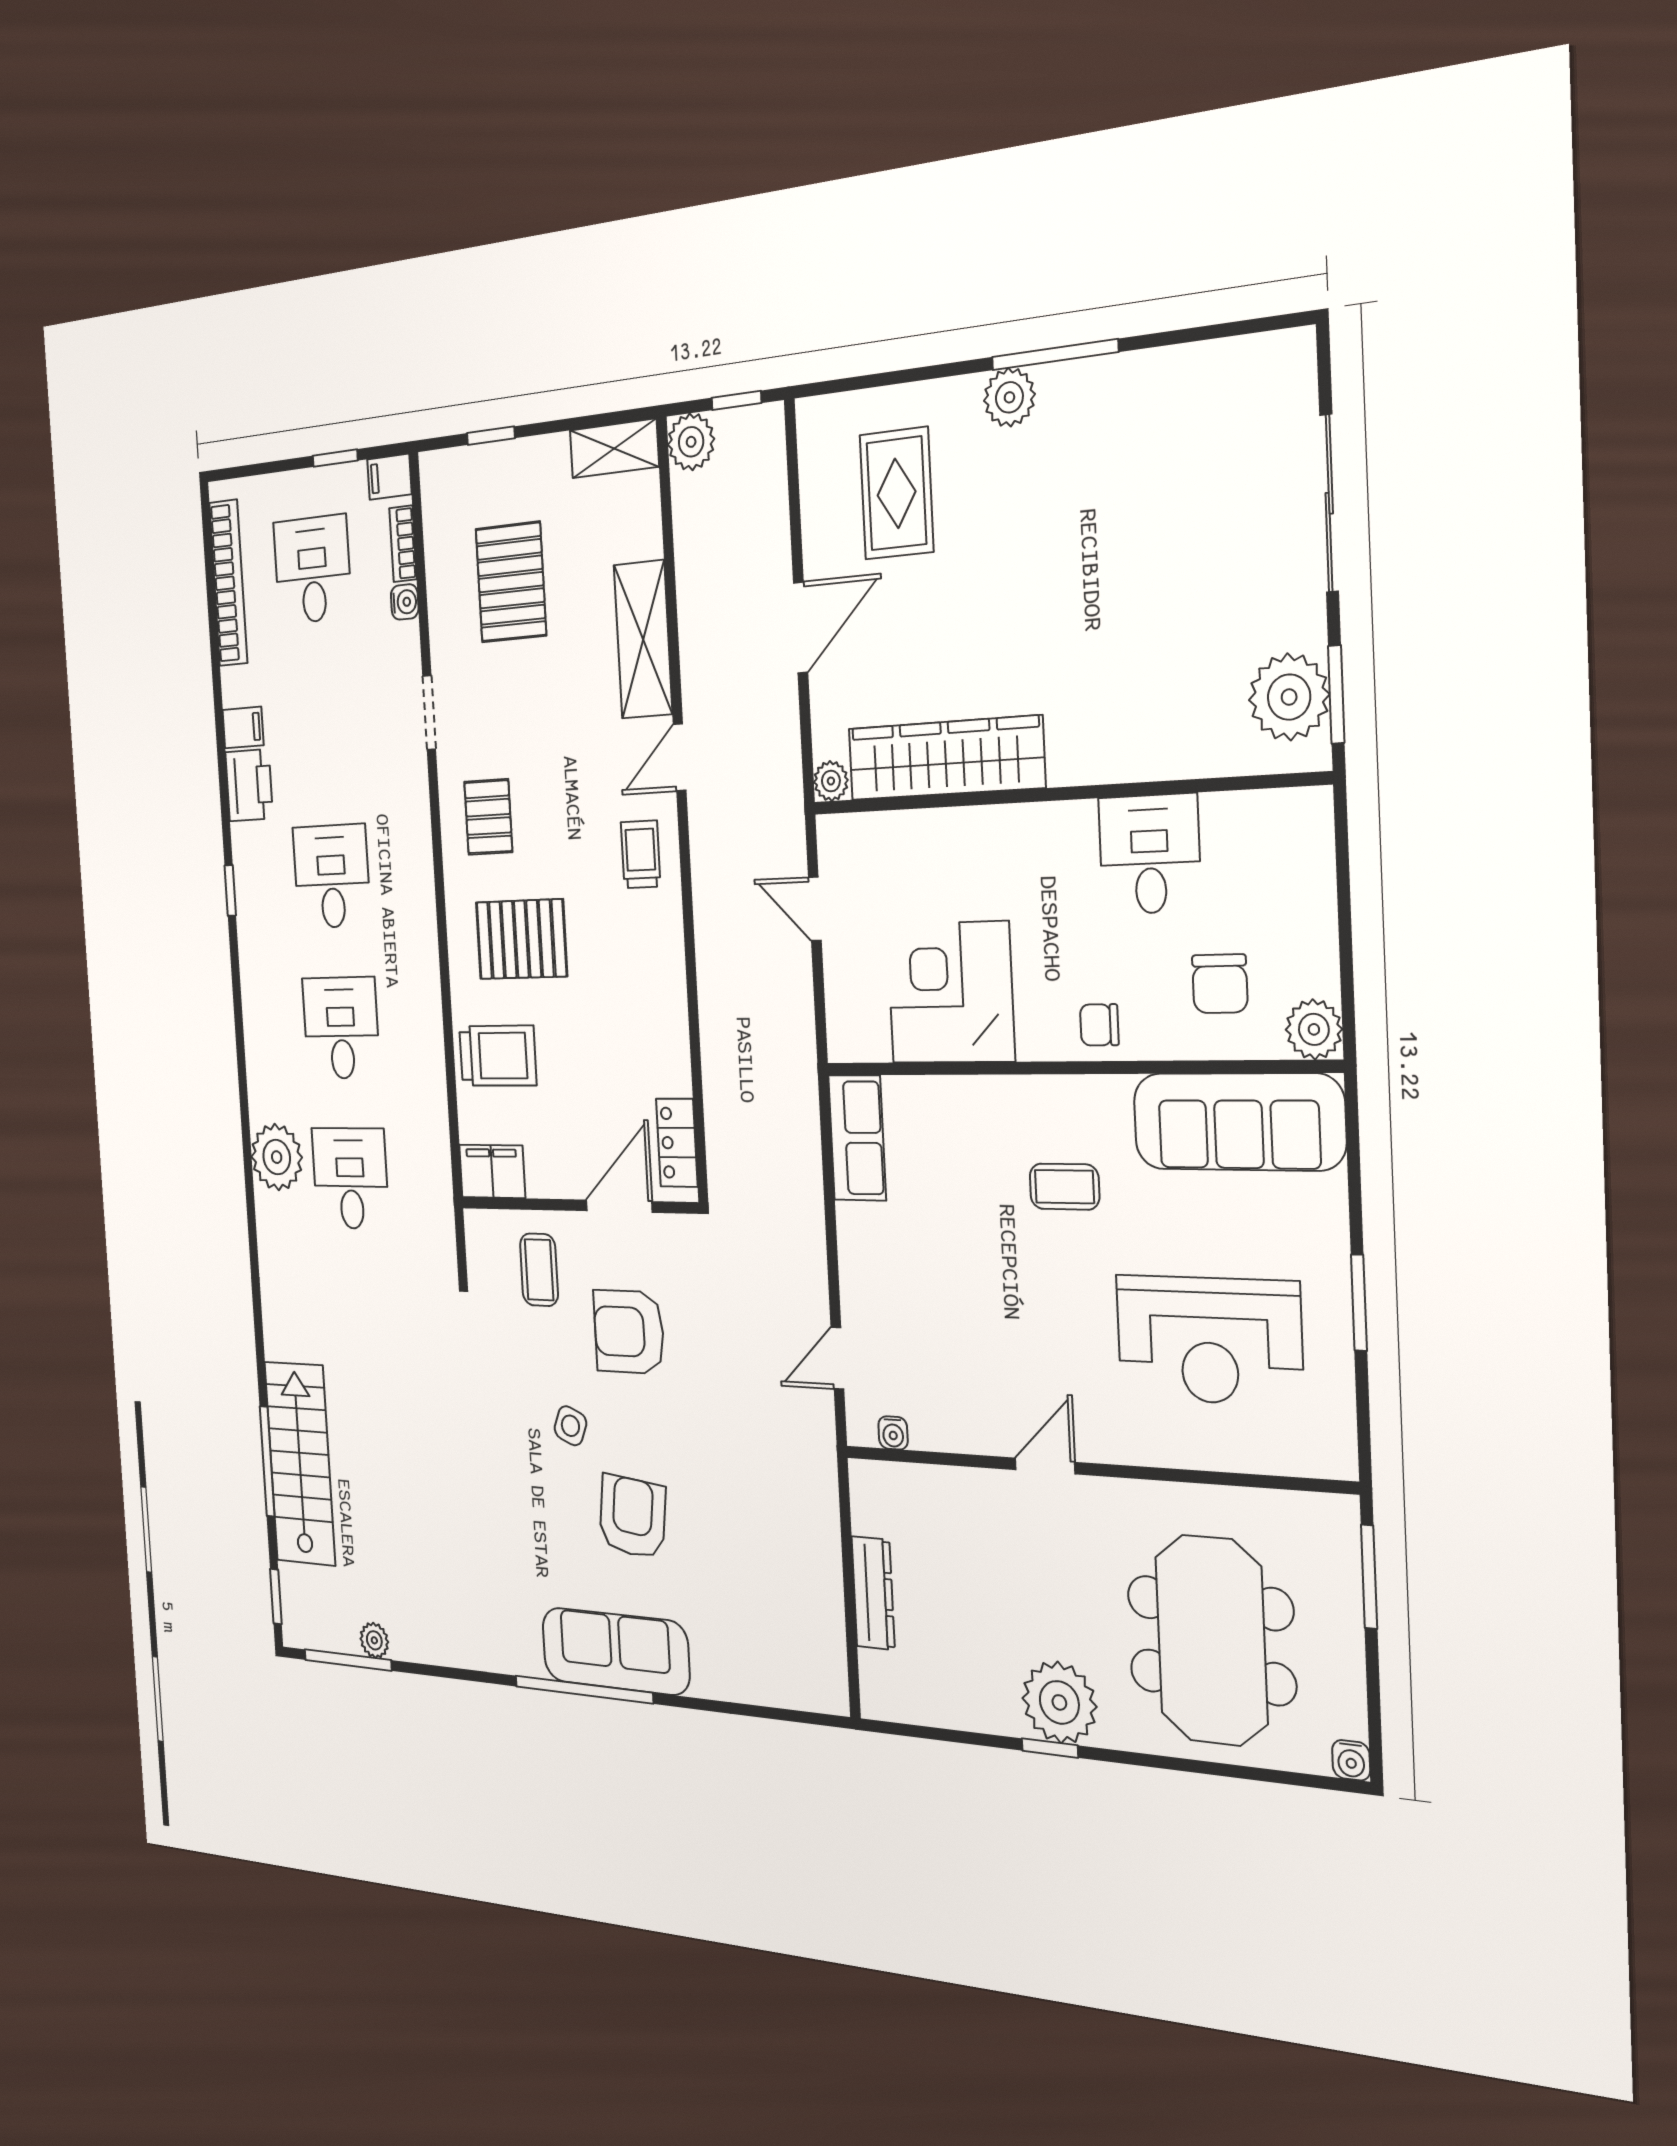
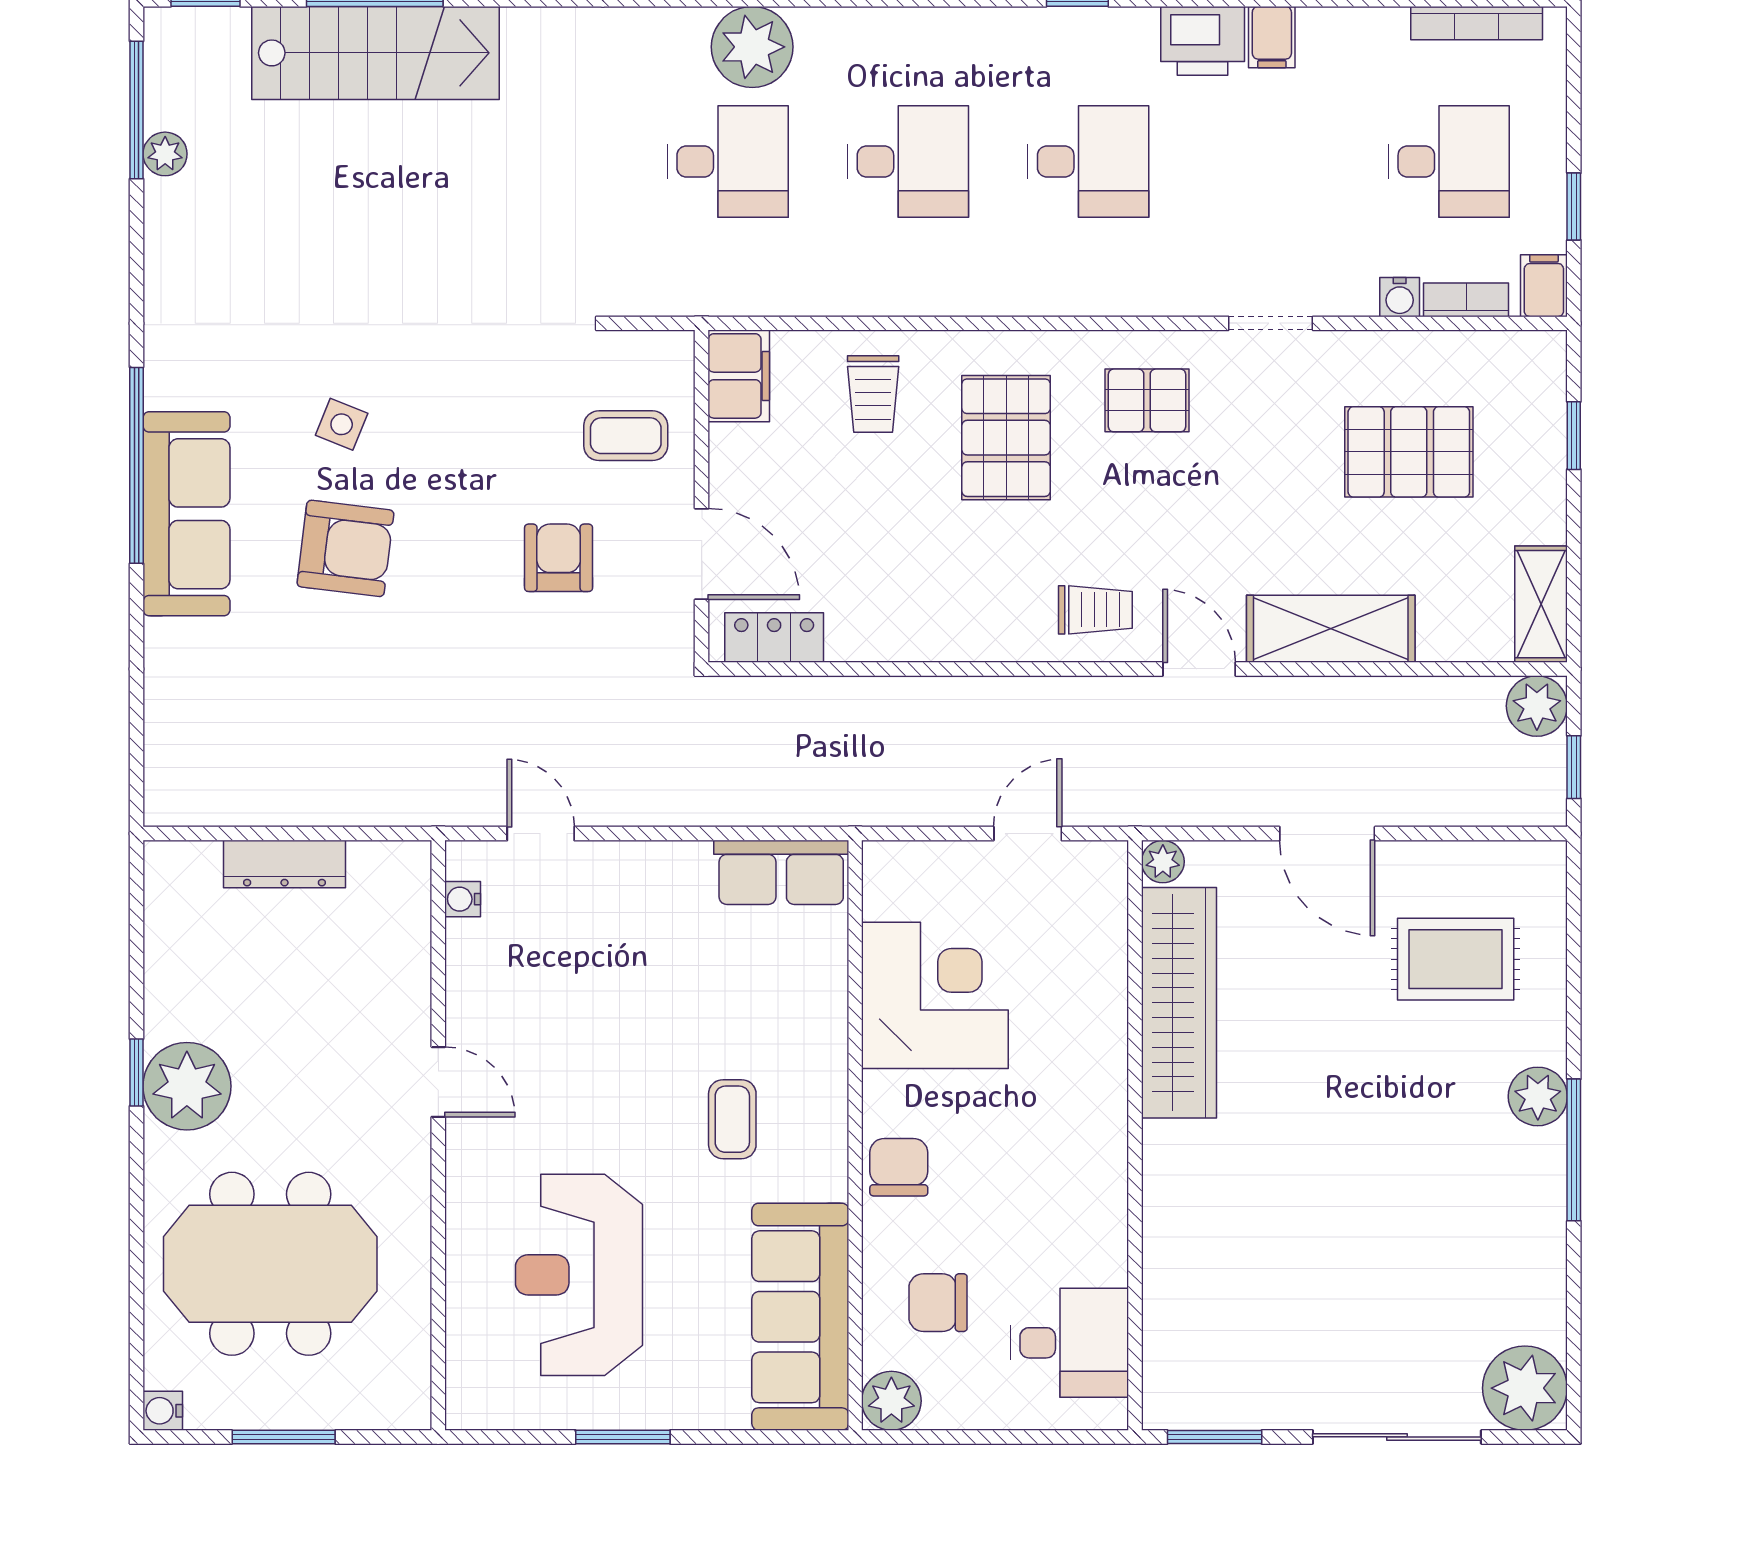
bookcase: (228, 583) -> (1477, 23), width x0.68, depth x0.76
plant: (1289, 697) -> (1525, 1388), moved
desk: (1150, 854) -> (1069, 1343), moved
chair: (1099, 1025) -> (899, 1167), width x1.37, depth x1.37
trolley: (498, 1056) -> (873, 394), width x0.73, depth x0.72
armchair: (629, 1332) -> (559, 558), width x0.72, depth x0.72
side table: (570, 1426) -> (342, 424), moved
window: (1369, 1577) -> (284, 1437), moved

